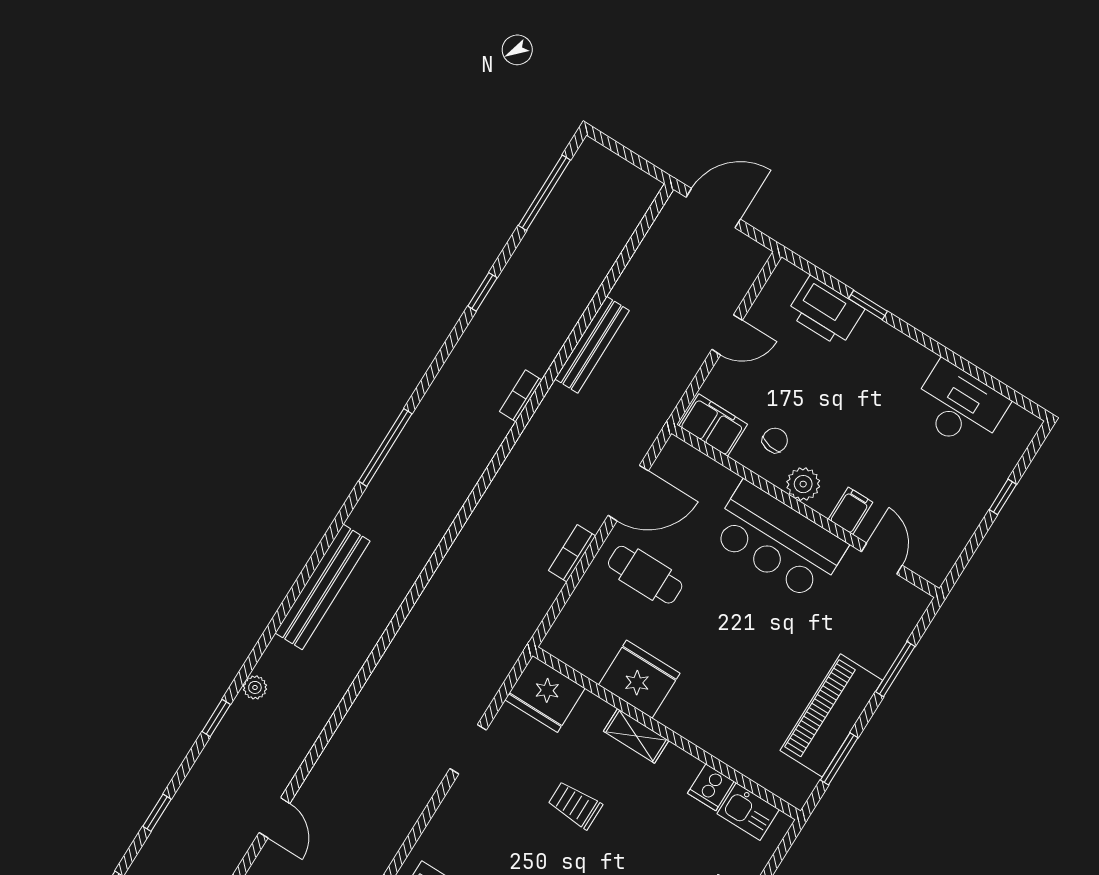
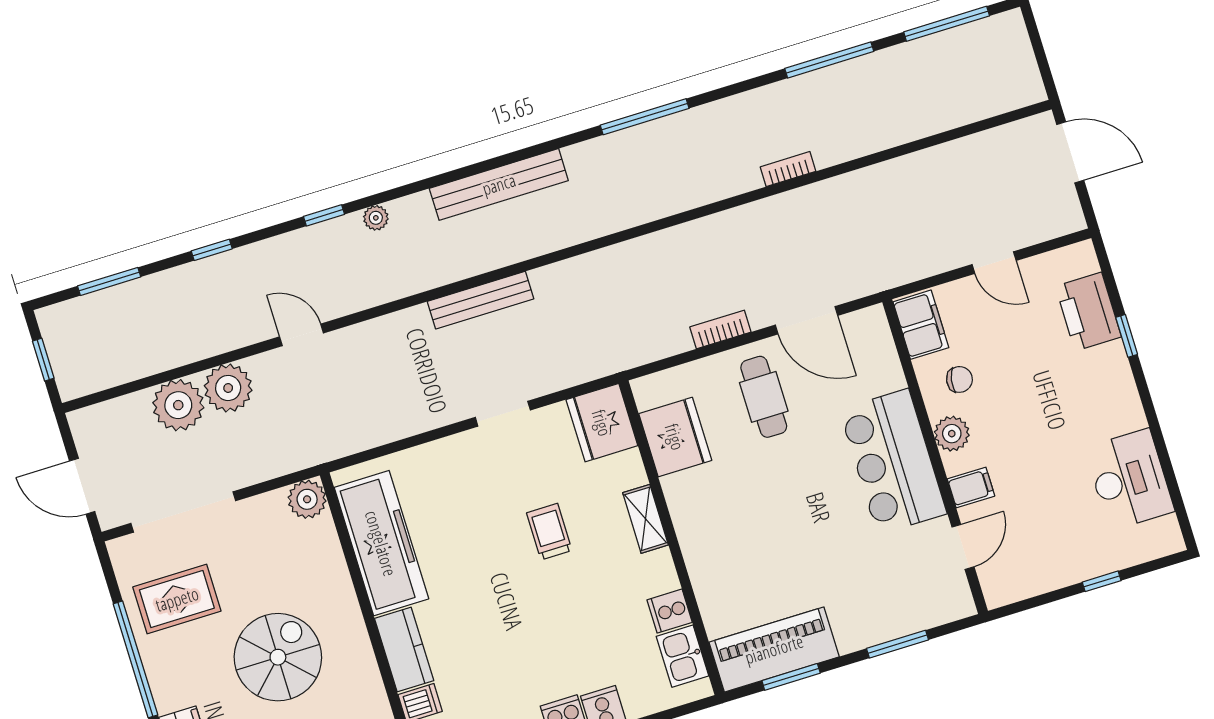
window: (482, 292) -> (829, 60), width x2.17
bench: (592, 345) -> (481, 300), moved
fridge: (639, 679) -> (675, 437), moved
piano: (831, 715) -> (774, 649), moved
door: (274, 818) -> (301, 335), swing flipped

